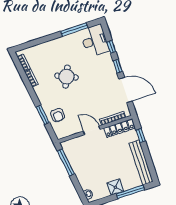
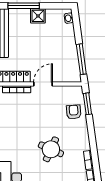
window: (43, 115) -> (87, 104), moved
door: (92, 130) -> (43, 84), swing flipped

